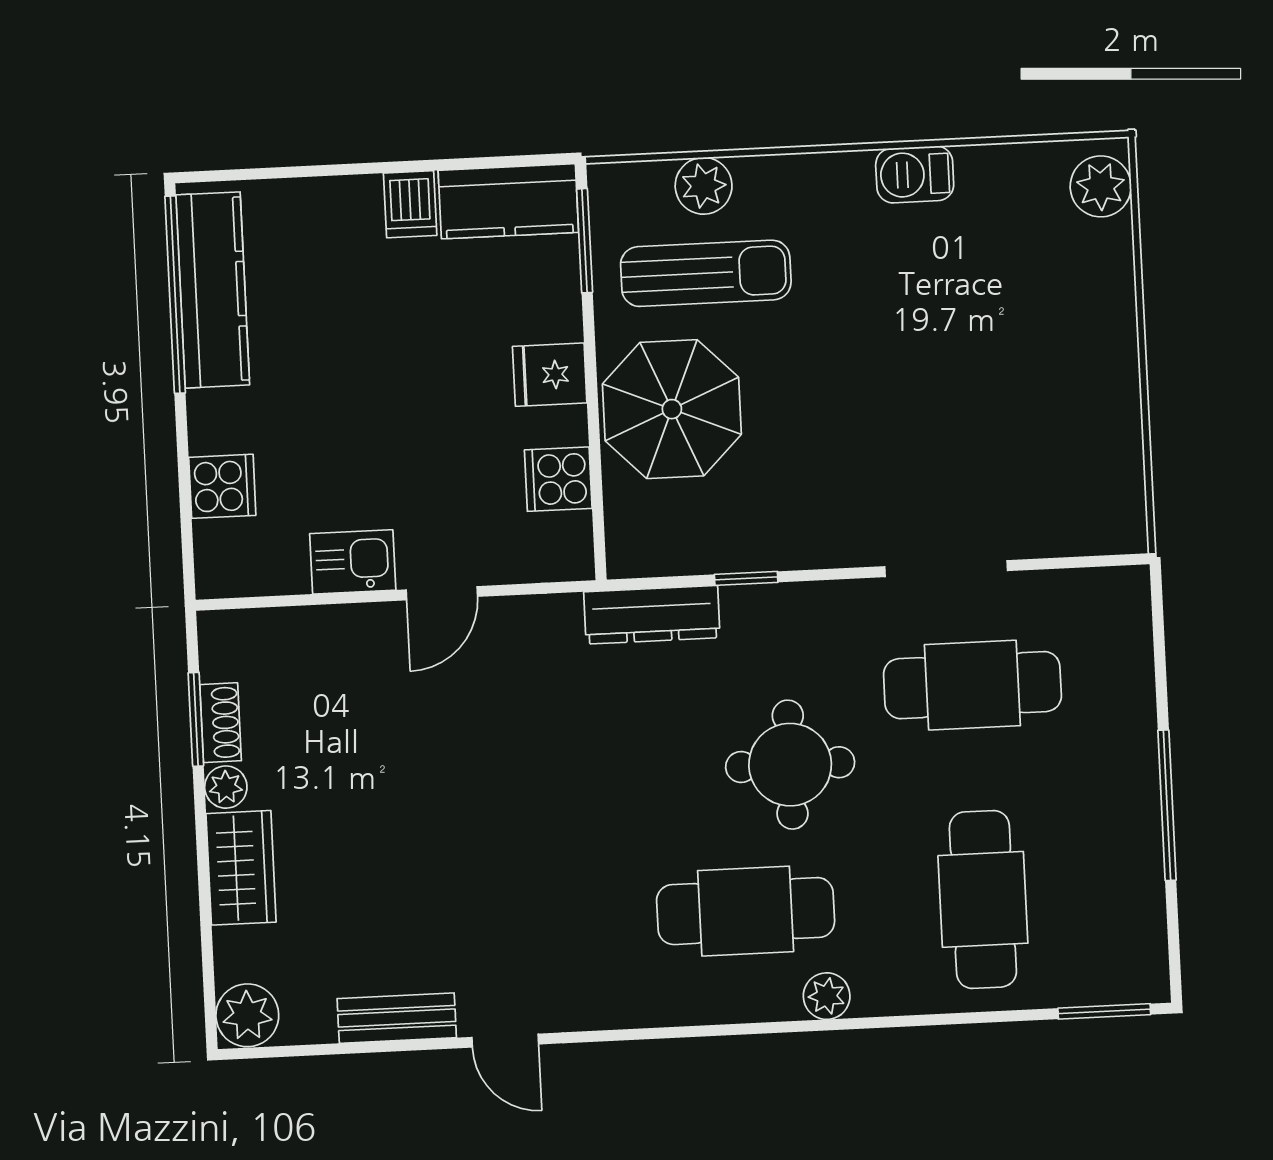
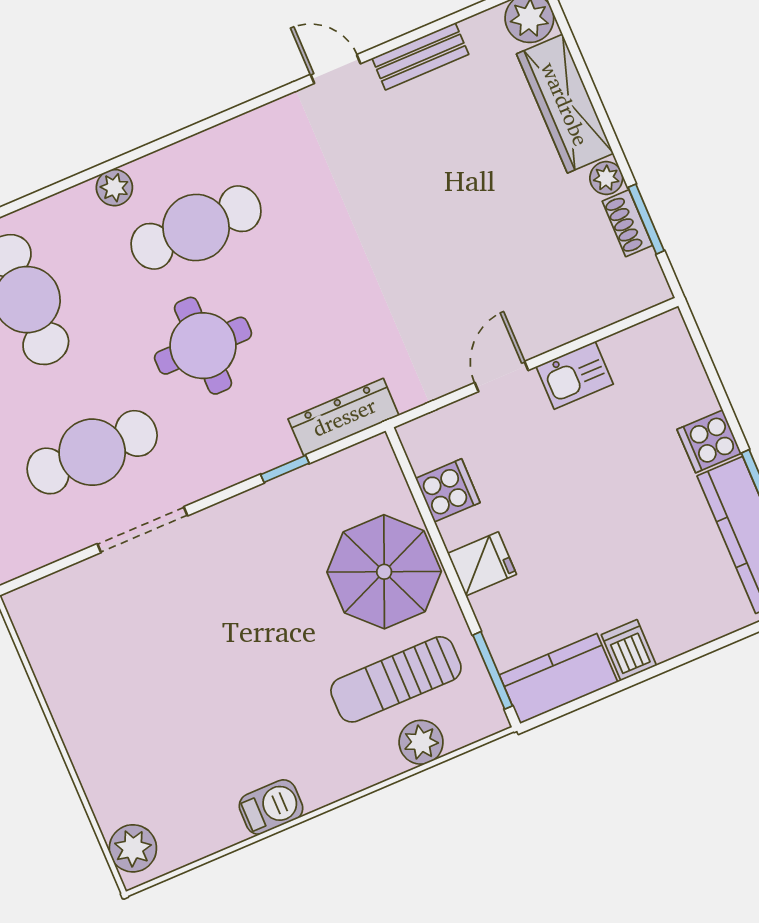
cooker: (222, 486) -> (709, 441), moved
wardrobe: (241, 868) -> (565, 104), width x1.50

